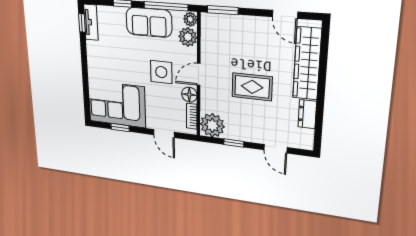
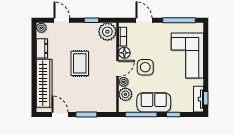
window: (223, 10) -> (86, 114), moved
plant: (190, 19) -> (124, 82), moved
rug: (252, 87) -> (80, 63), turned 90
corner sofa: (117, 104) -> (187, 55), moved, turned 90
window: (120, 127) -> (179, 20), width x2.17
plant: (306, 143) -> (41, 28), added

